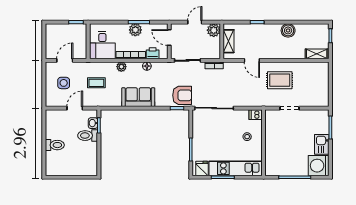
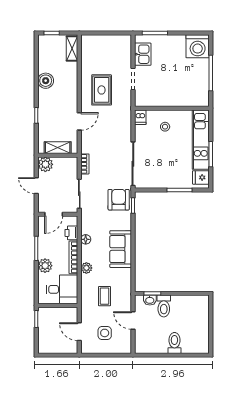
plant: (135, 30) -> (45, 266), moved
kitchen sink: (322, 144) -> (143, 54), moved, turned -90

